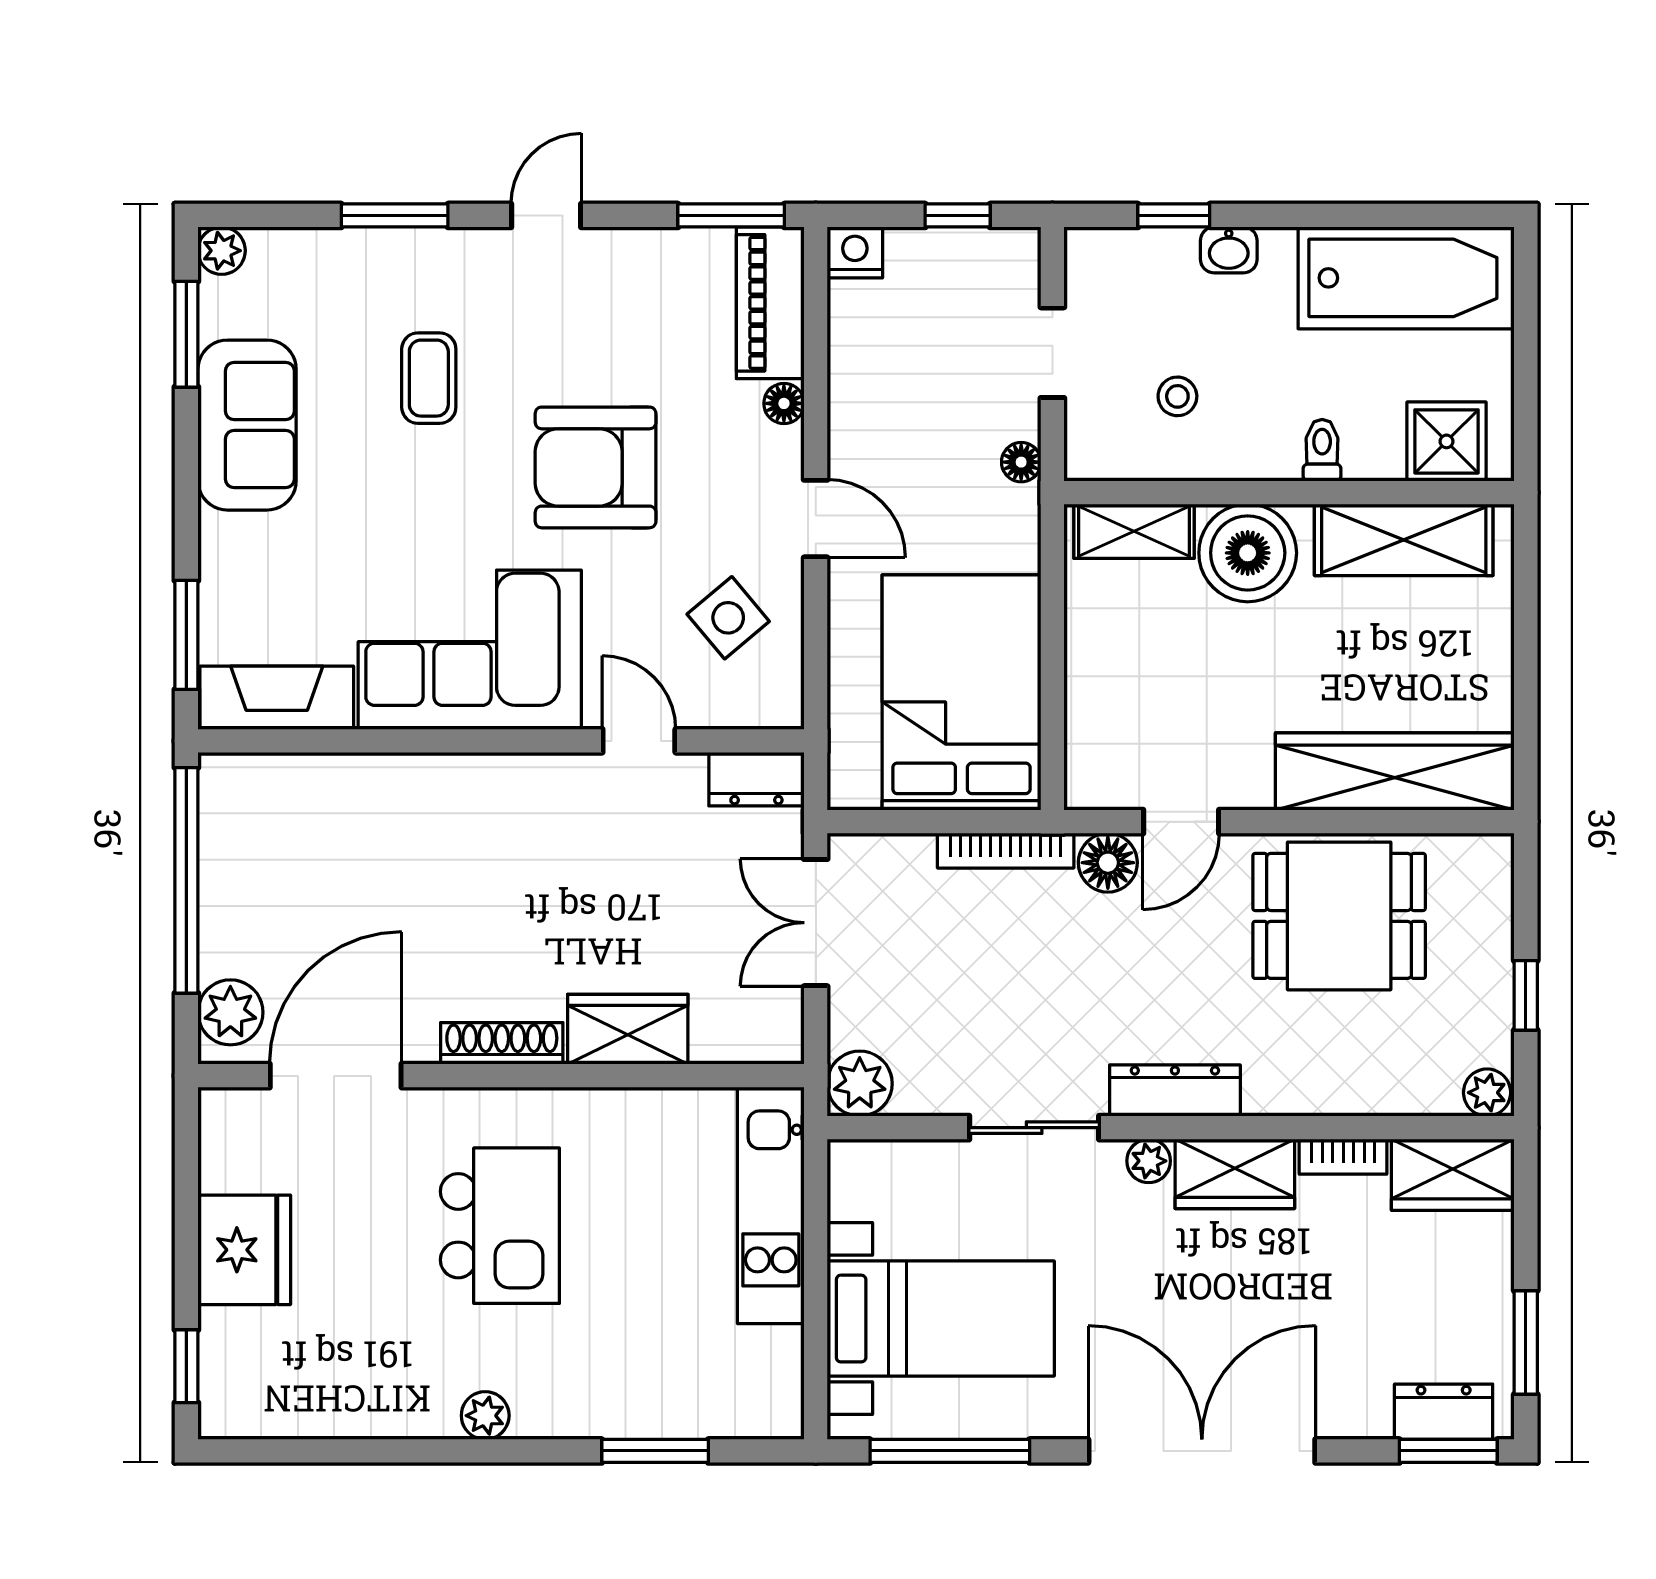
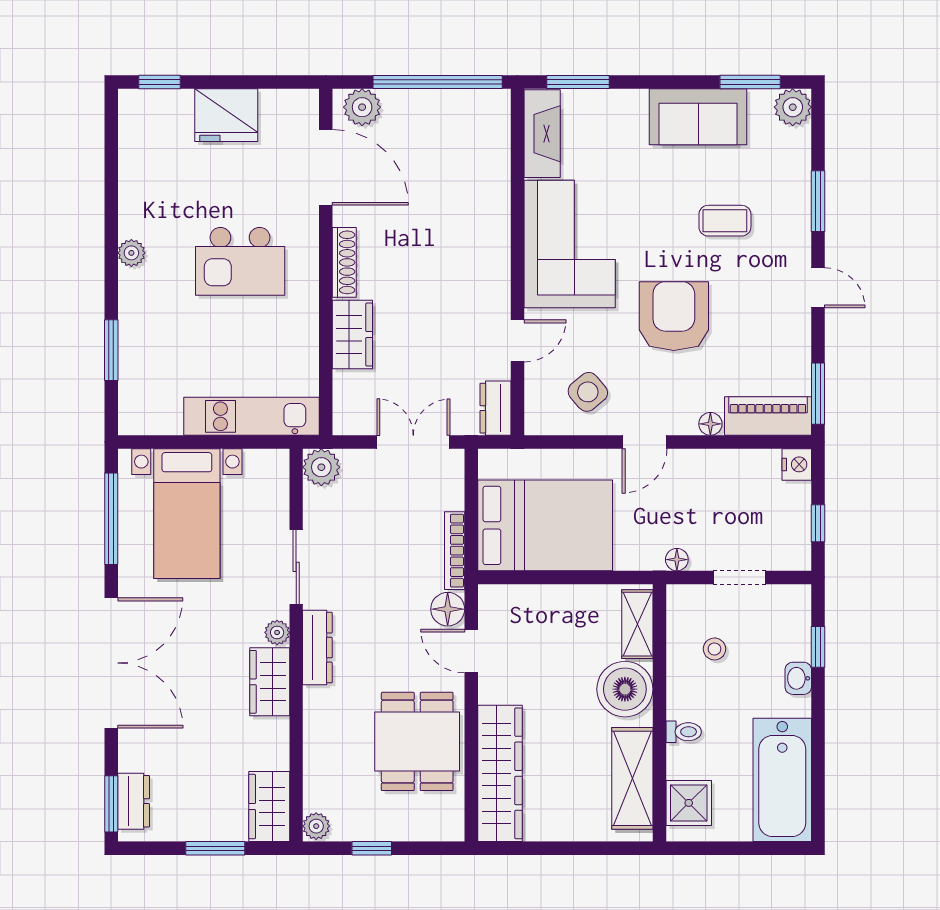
plant: (222, 251) -> (793, 107), width x1.38, depth x1.38
bookcase: (1343, 1157) -> (279, 744), removed
window: (1526, 1343) -> (215, 848), moved

